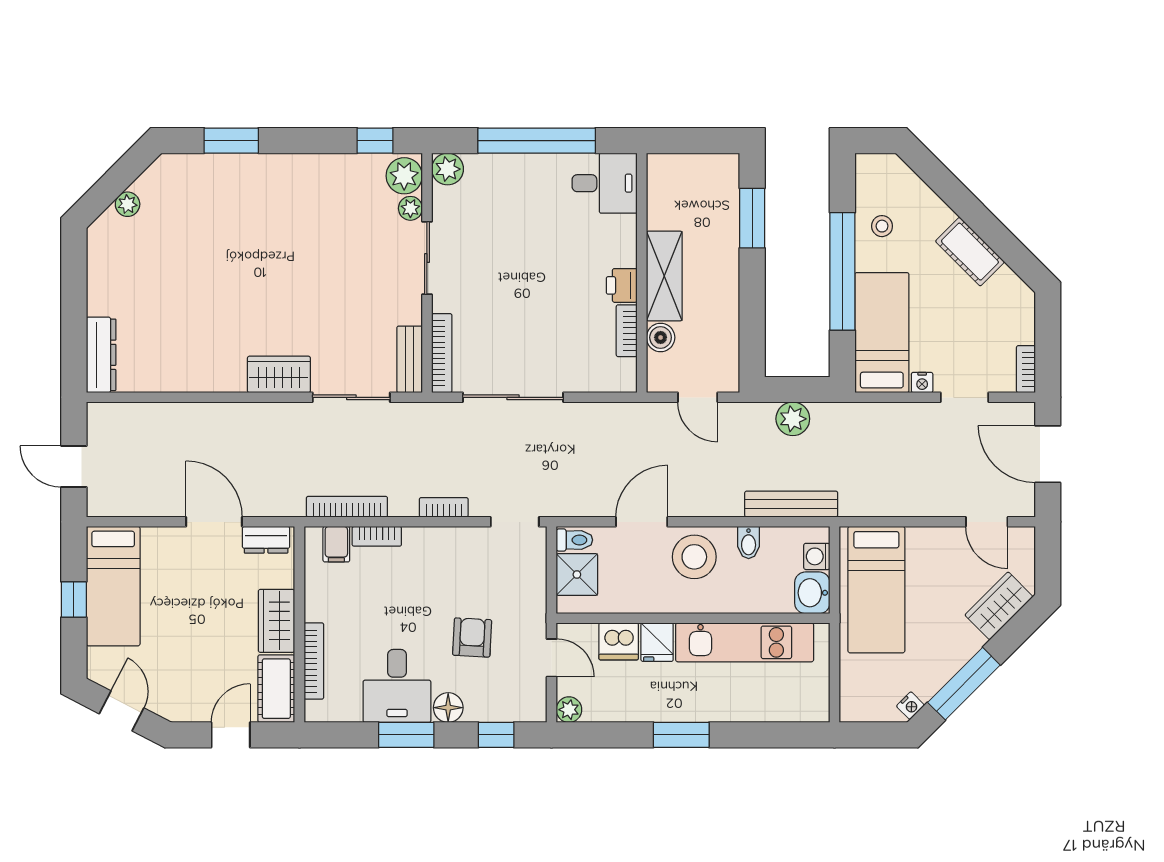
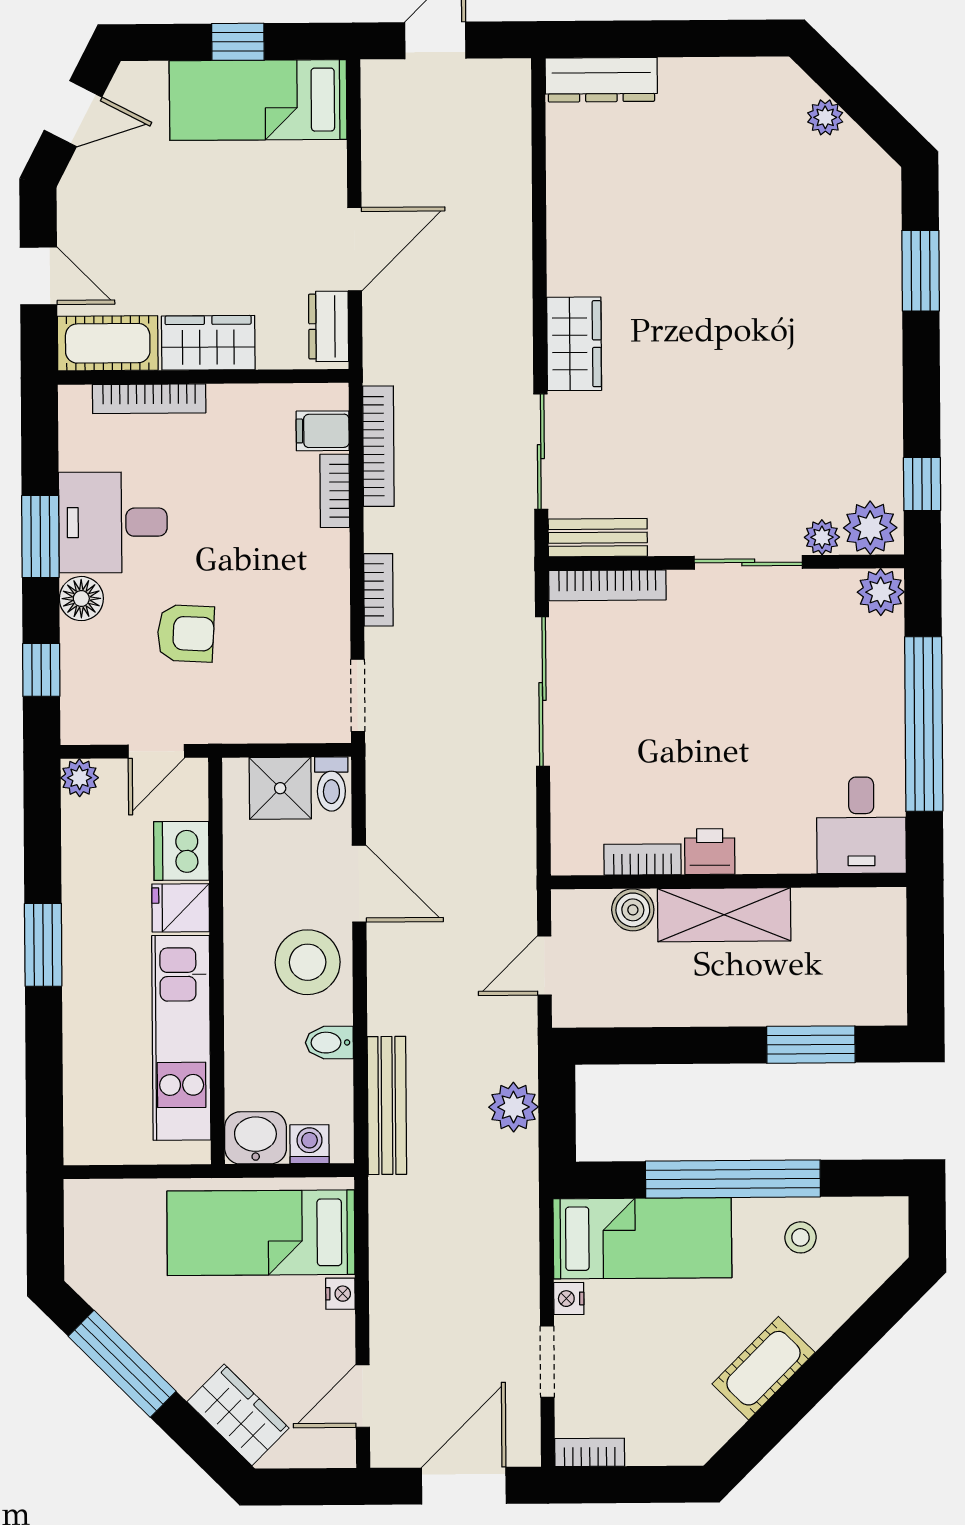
nightstand: (910, 706) -> (340, 1294), moved, turned -135

